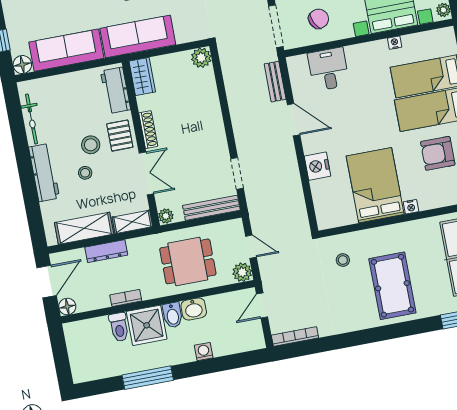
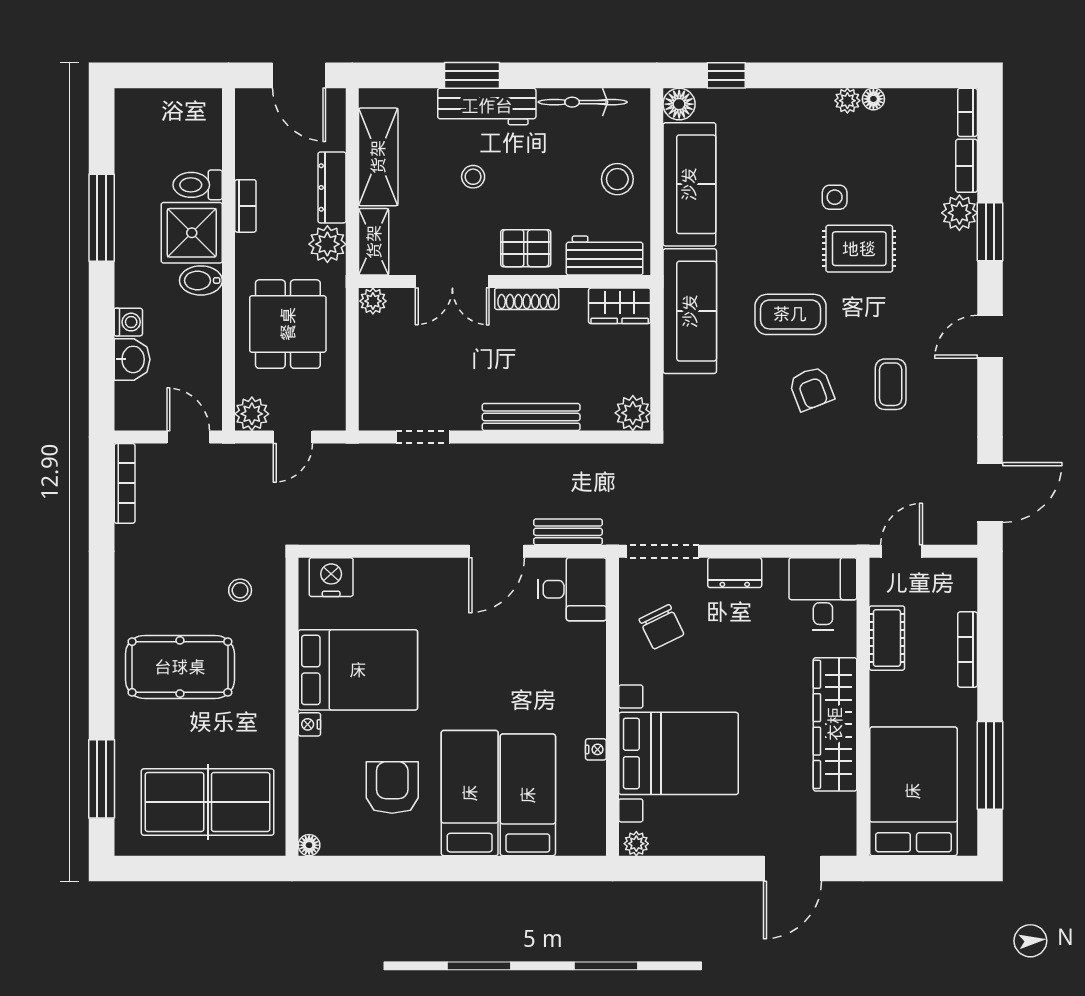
desk: (328, 69) -> (572, 589), moved
stool: (91, 145) -> (617, 179), moved
nightstand: (317, 166) -> (331, 577), moved
window: (28, 184) -> (472, 75), added
bench: (211, 208) -> (531, 417), moved, turned 90
plant: (139, 248) -> (327, 244), added
floor lamp: (67, 307) -> (250, 103), removed
washbasin: (194, 309) -> (132, 359), moved, turned 180

